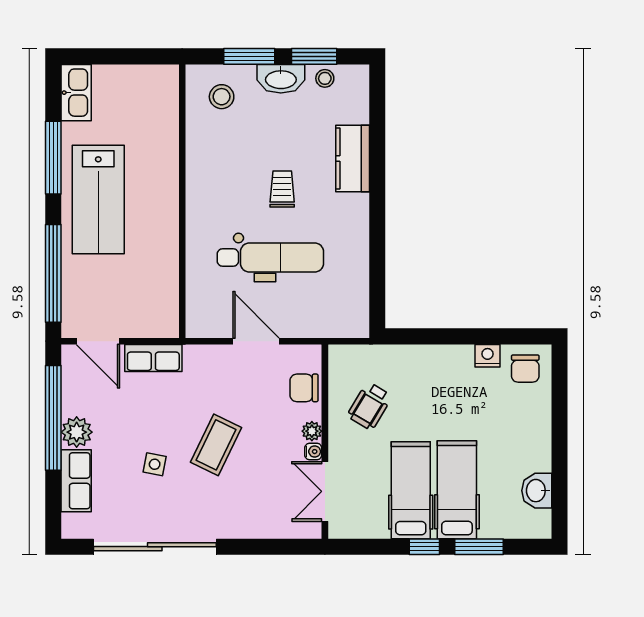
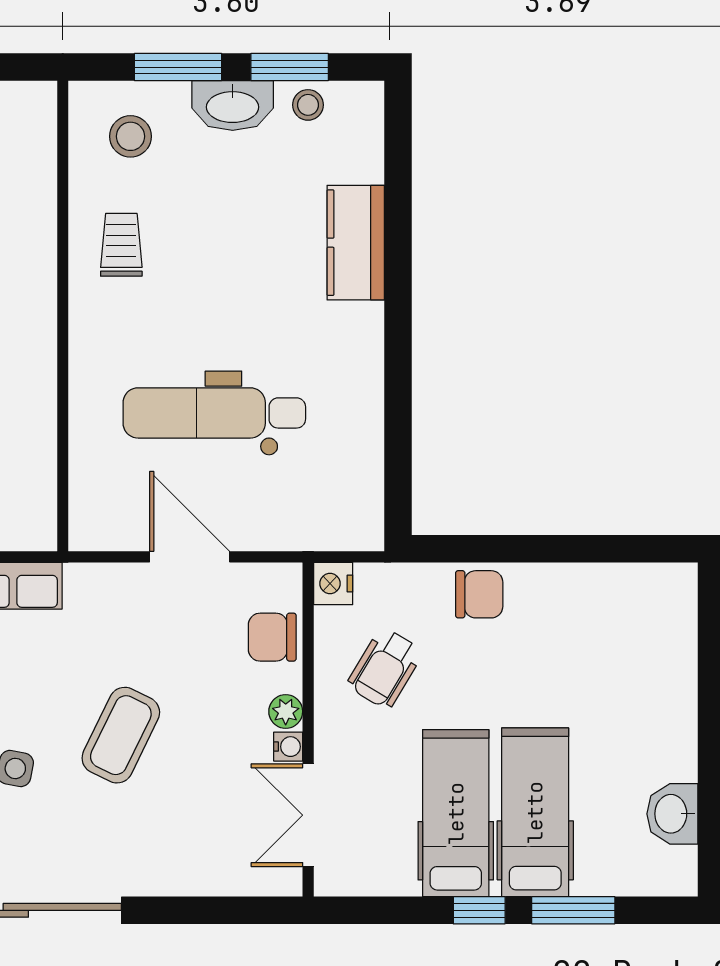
trolley: (282, 189) -> (121, 245), moved
dental chair: (270, 258) -> (214, 413), turned 180
nightstand: (487, 356) -> (333, 584), moved, turned -90
chair: (525, 369) -> (479, 594), moved, turned -90

